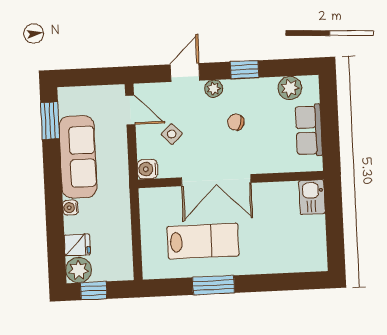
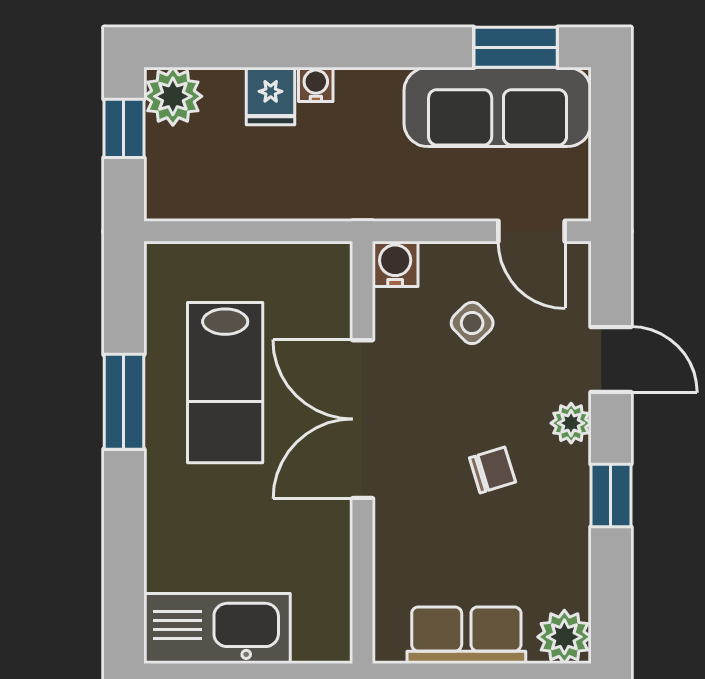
plant: (290, 88) -> (564, 637), moved
door: (130, 110) -> (532, 231), hinge flipped
chair: (236, 122) -> (492, 470), turned 54
sofa: (78, 157) -> (498, 107), moved
kitchen sink: (312, 197) -> (217, 628), moved, width x1.87, depth x1.24
fridge: (77, 245) -> (271, 96), moved

